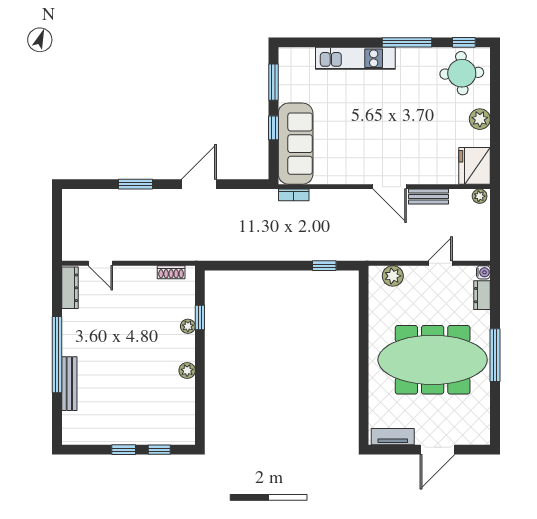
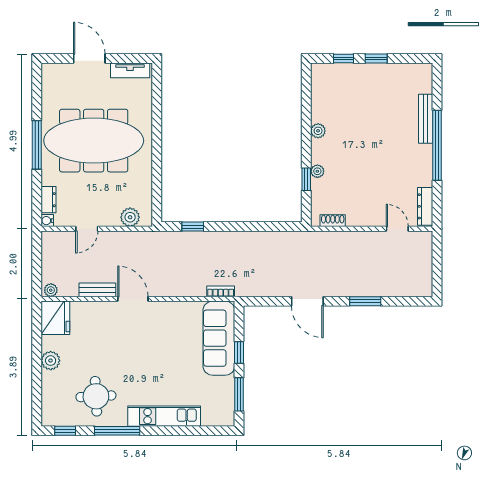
round table: (462, 73) -> (96, 396), moved
door: (199, 184) -> (307, 301), hinge flipped
door: (437, 450) -> (89, 58), hinge flipped

